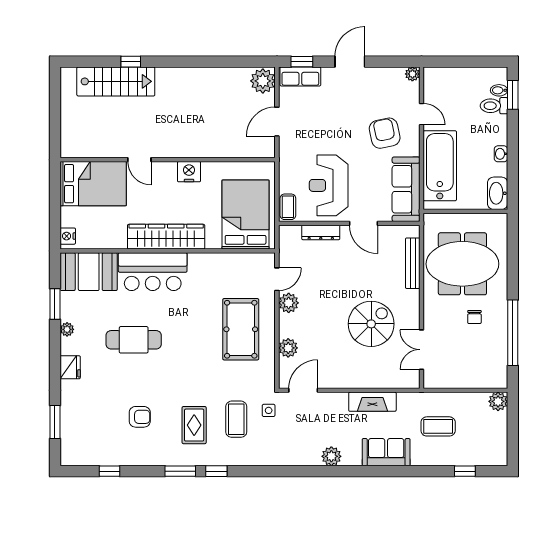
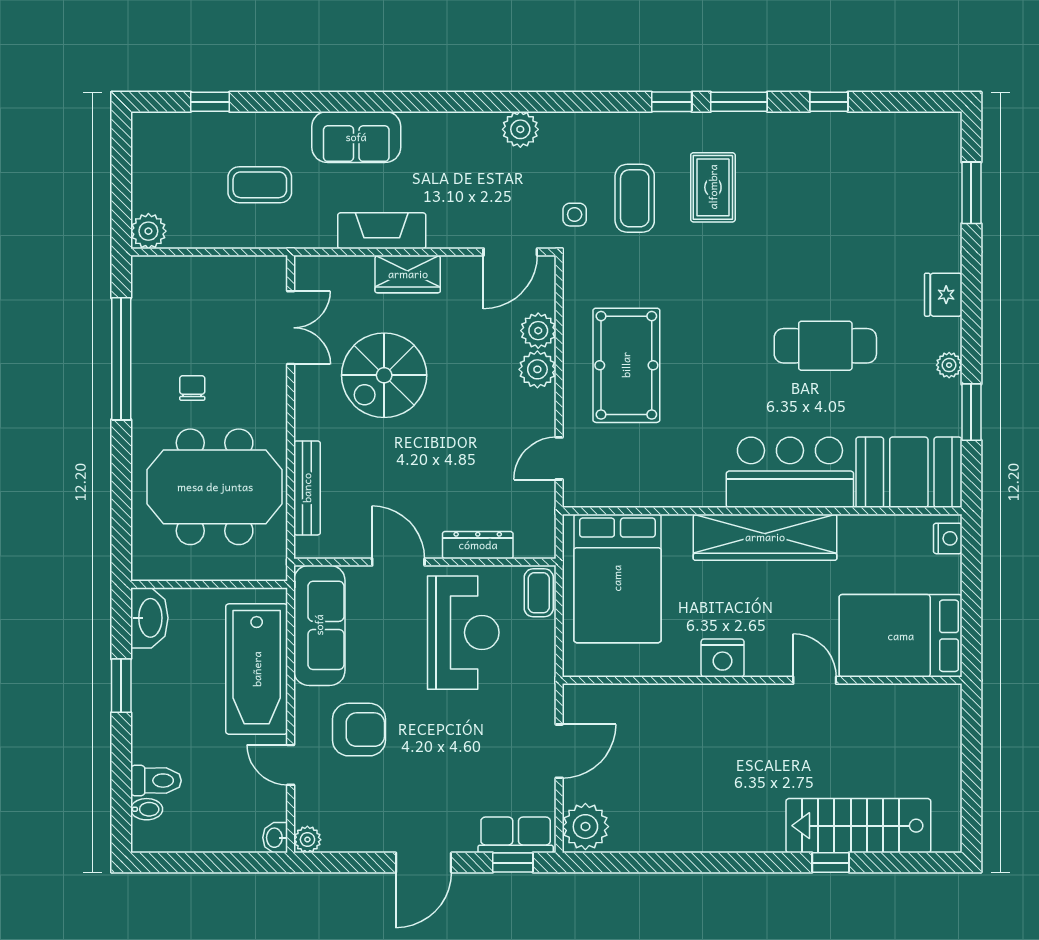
window: (513, 95) -> (121, 686), moved
armchair: (385, 133) -> (359, 730), turned -78
washbasin: (501, 154) -> (275, 838), moved, turned 180
plant: (289, 303) -> (537, 369), moved
wardrobe: (358, 378) -> (408, 274), added
armchair: (140, 417) -> (814, 203), removed
plant: (331, 456) -> (520, 129), moved
window: (110, 471) -> (829, 102), moved

